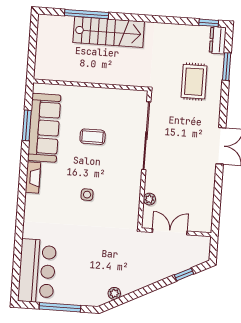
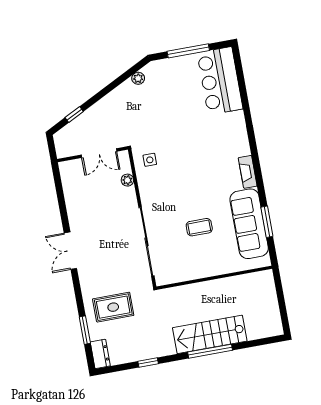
window: (87, 14) -> (210, 351), moved
window: (209, 23) -> (148, 362), moved
rug: (194, 82) -> (113, 307), turned 90
side table: (87, 195) -> (150, 160), moved

